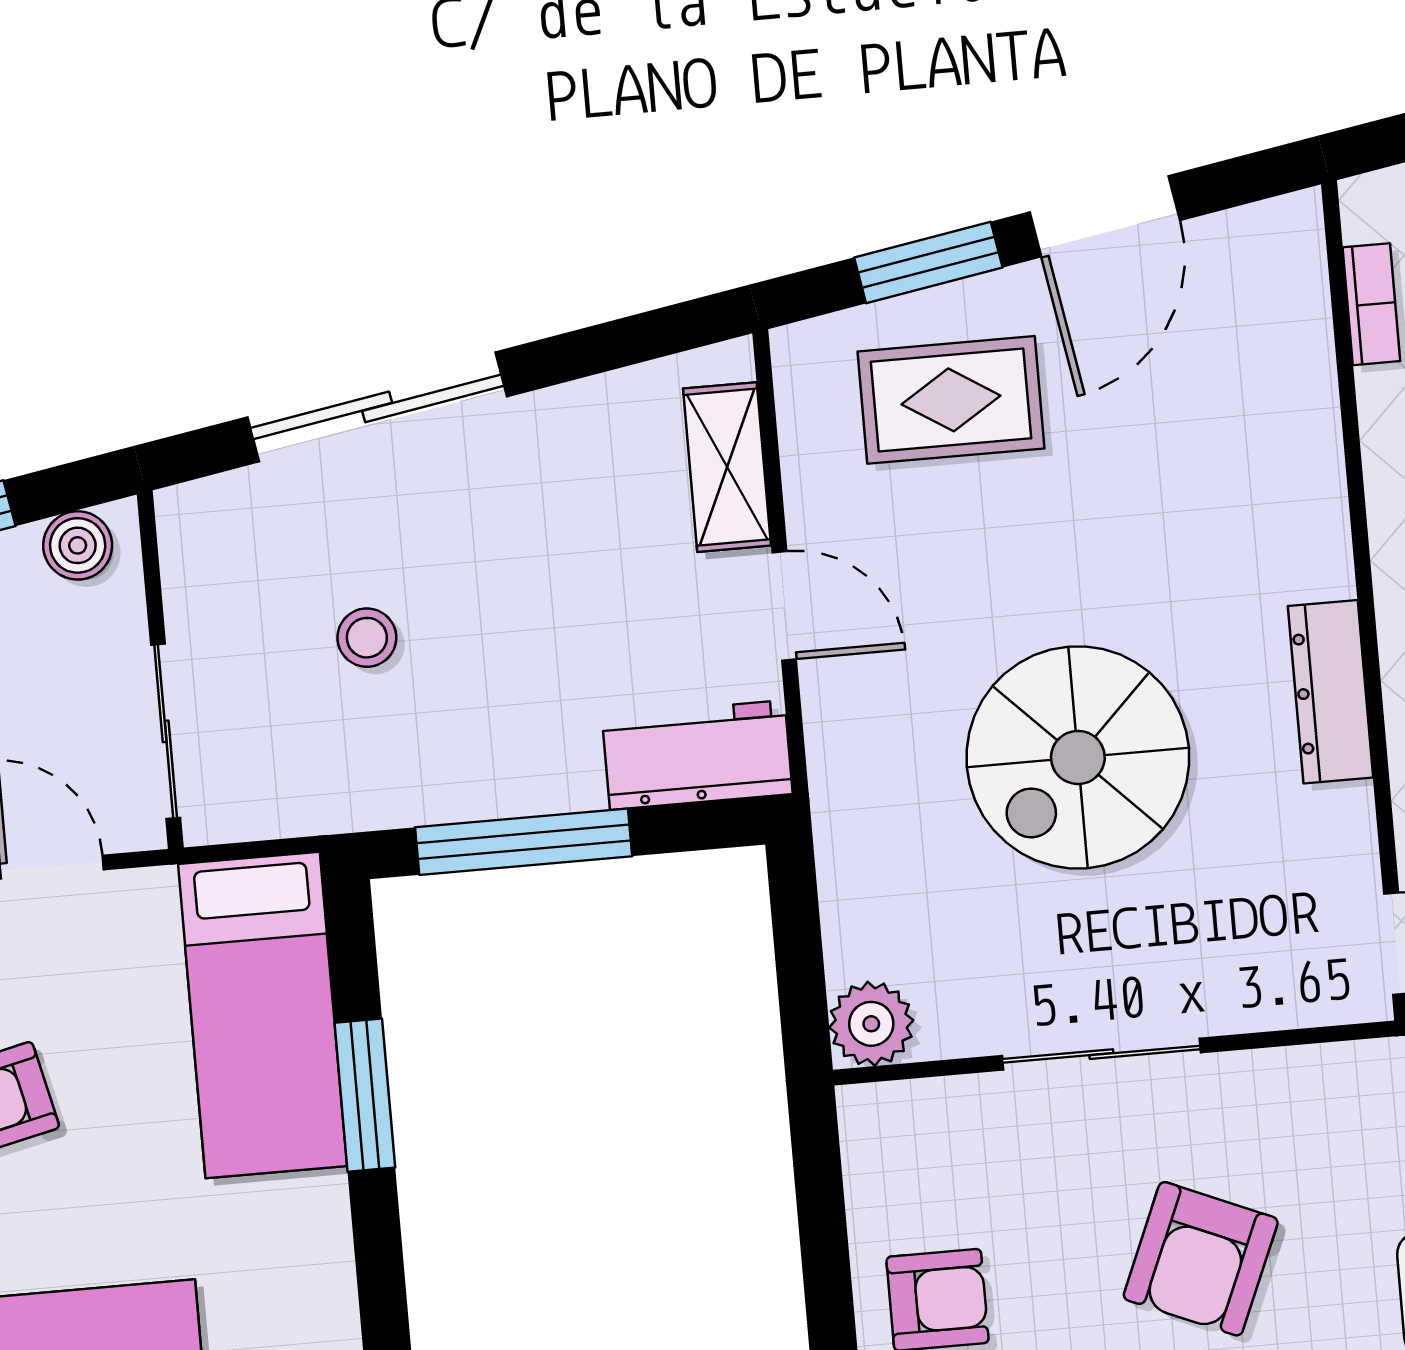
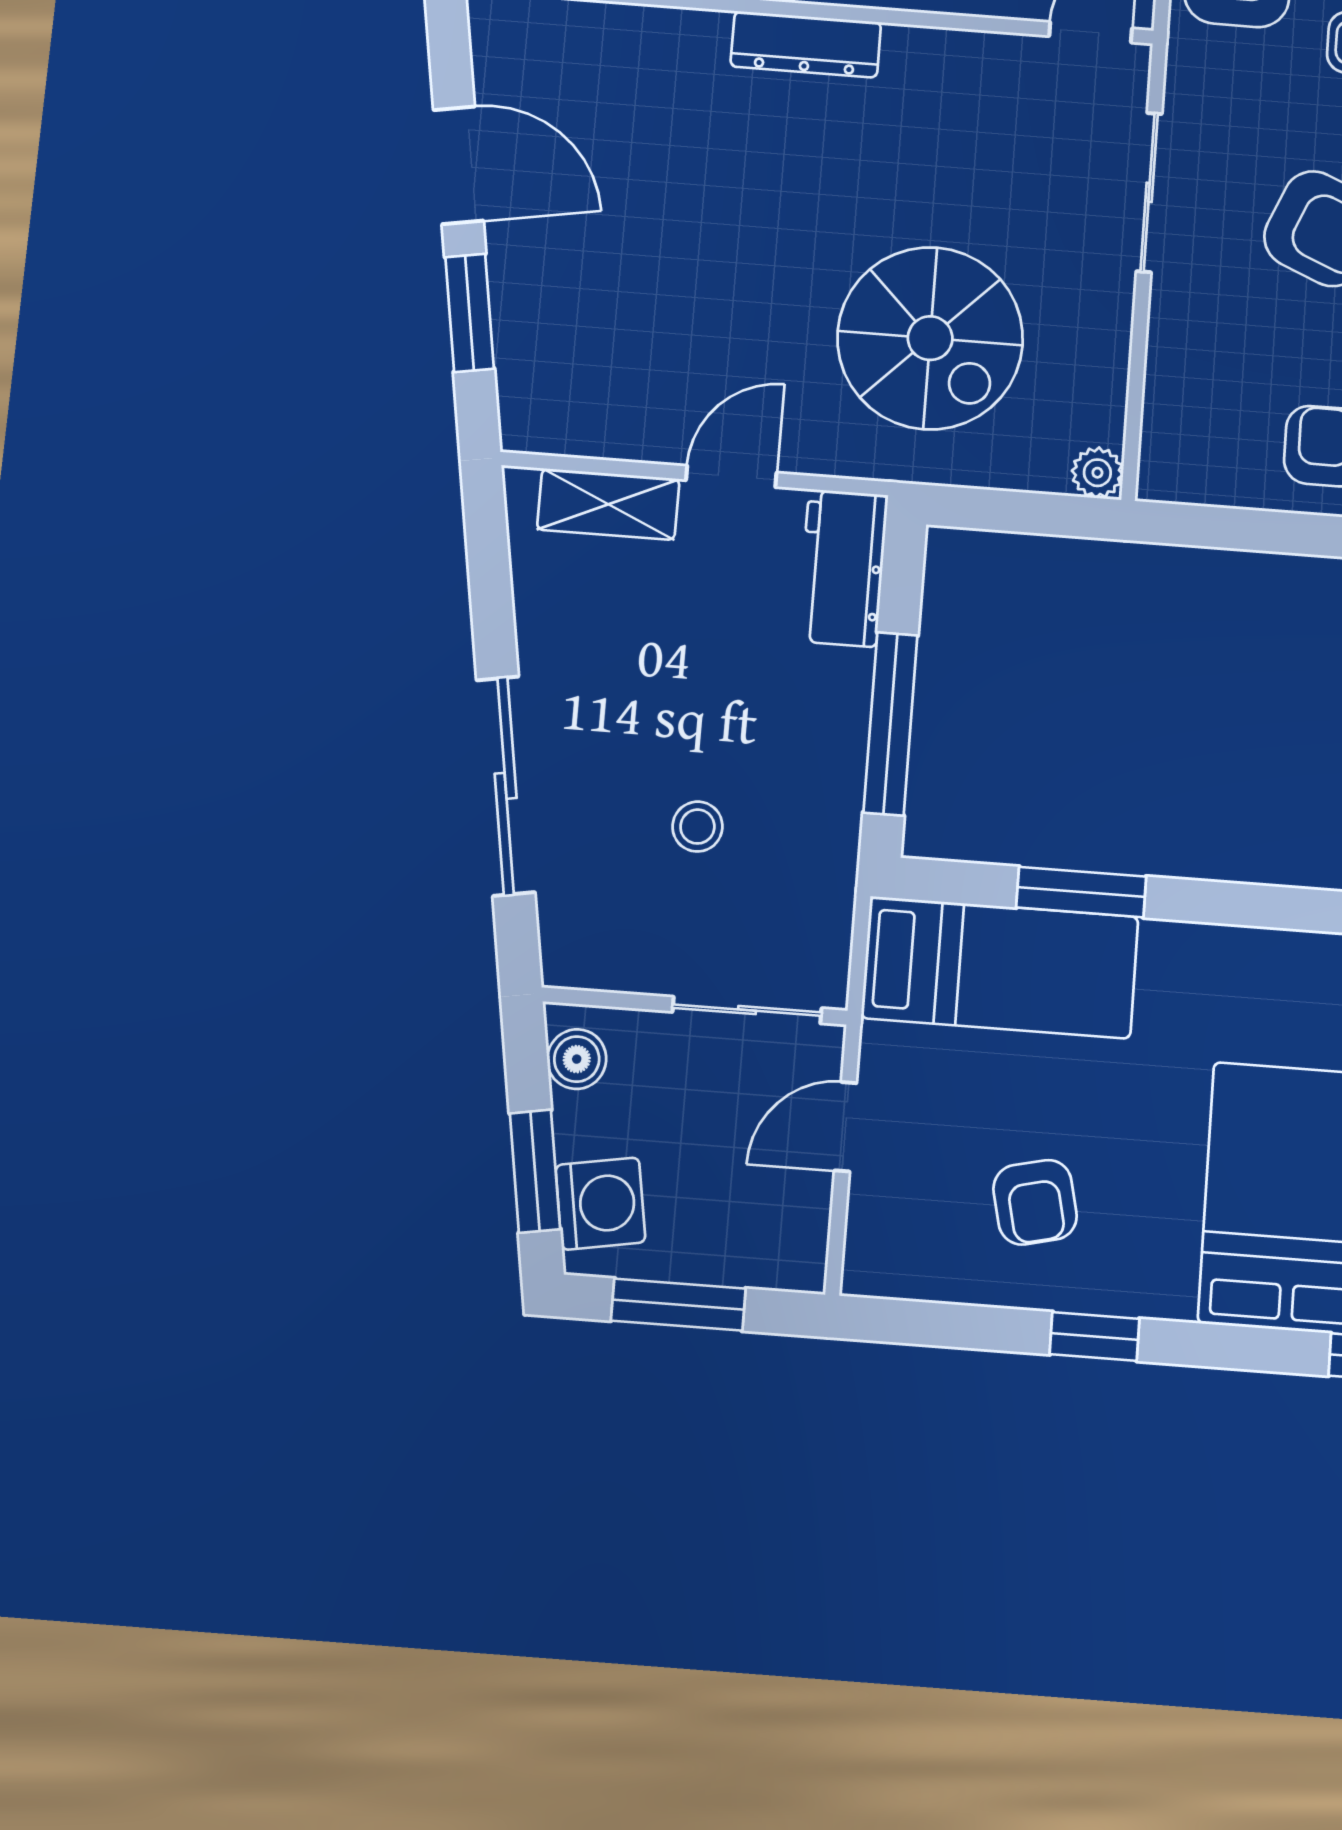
rug: (951, 400) -> (586, 313), removed
dresser: (1331, 692) -> (806, 44), moved
spiral stairs: (1078, 757) -> (930, 338), moved
plant: (871, 1024) -> (1097, 473), width x0.73, depth x0.73
sliding door: (1101, 1054) -> (1149, 192), moved

